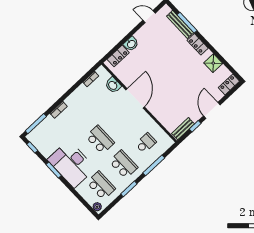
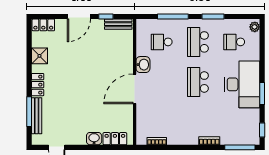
washbasin: (113, 85) -> (143, 65), moved
school desk: (101, 186) -> (234, 42), width x0.54

